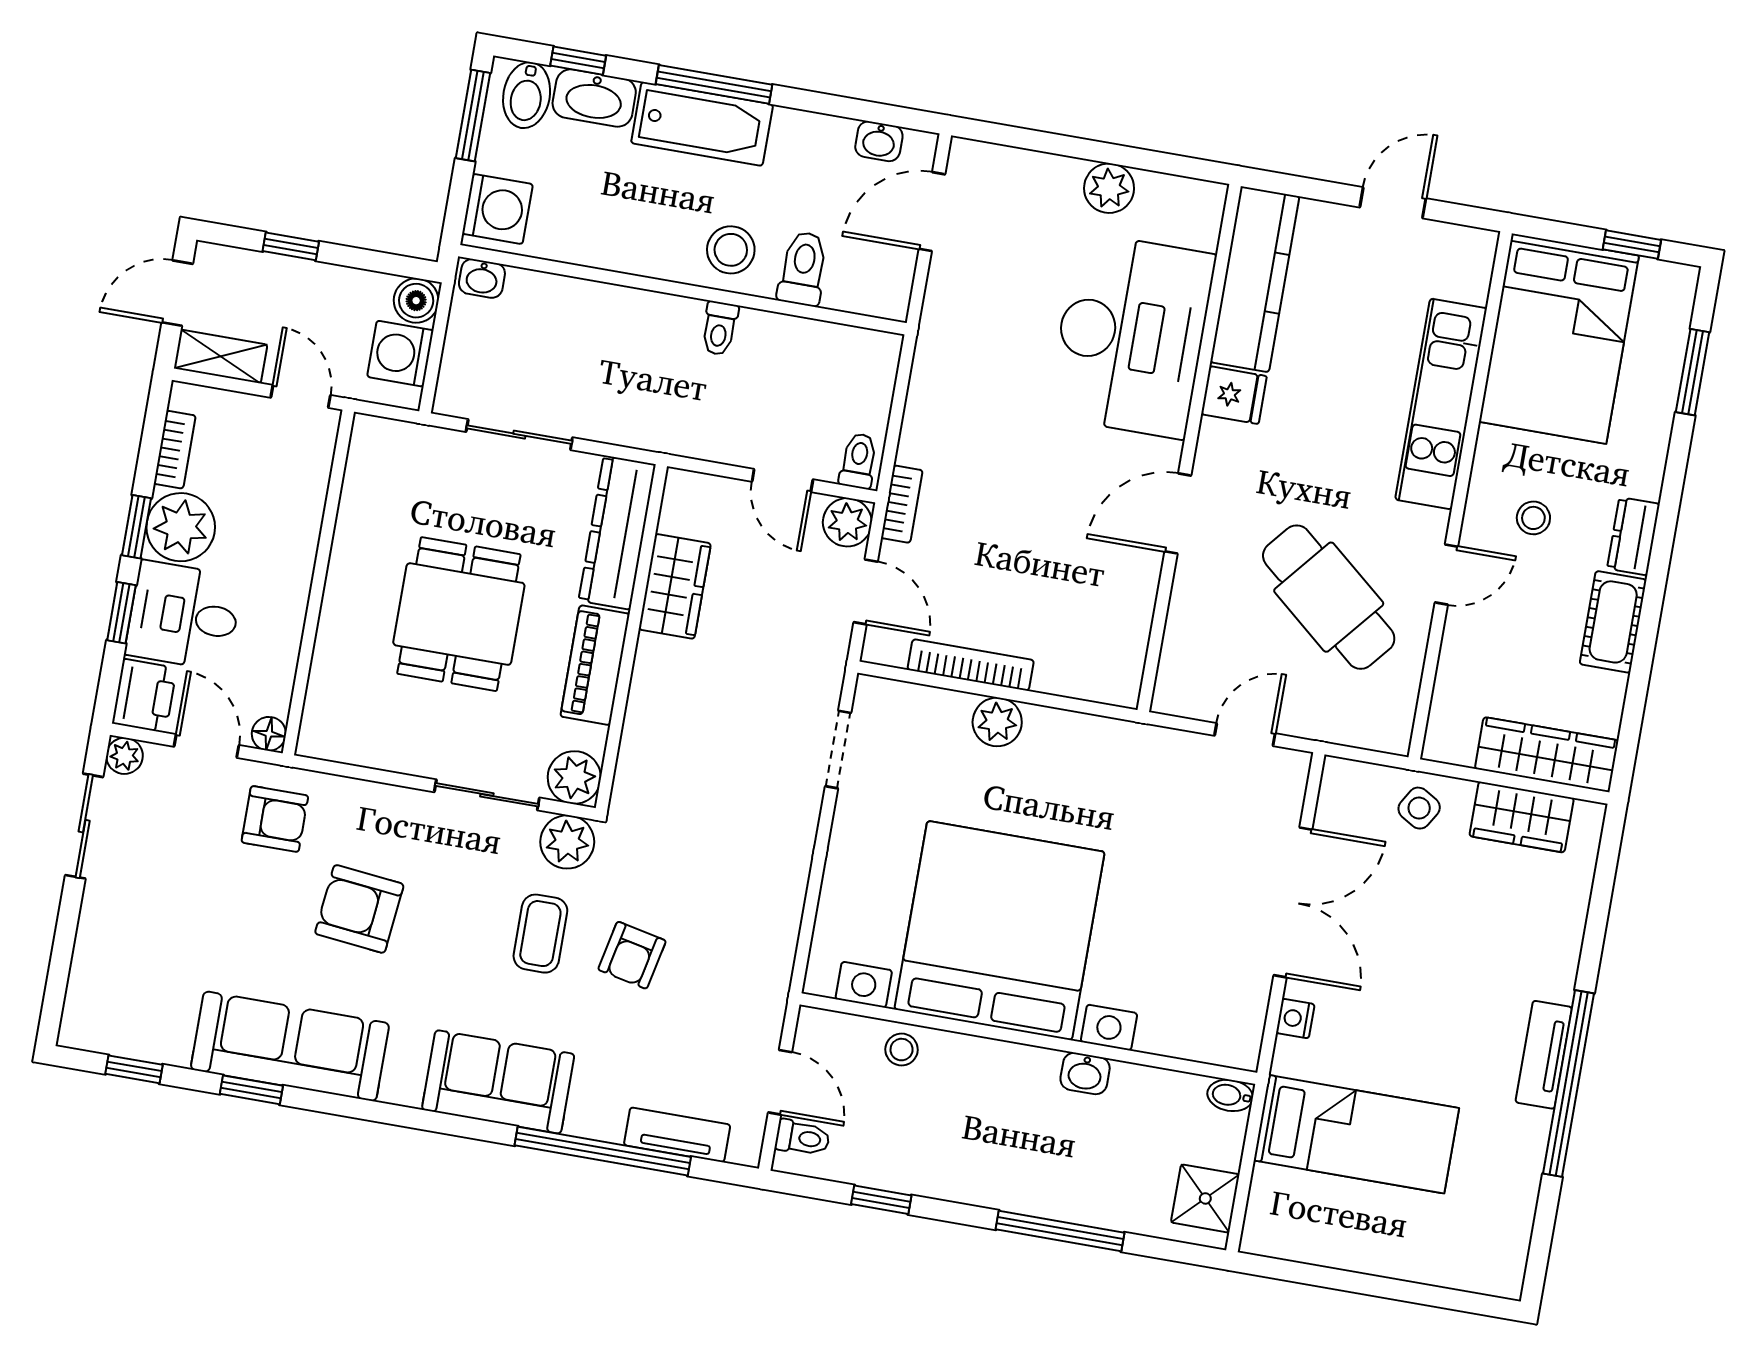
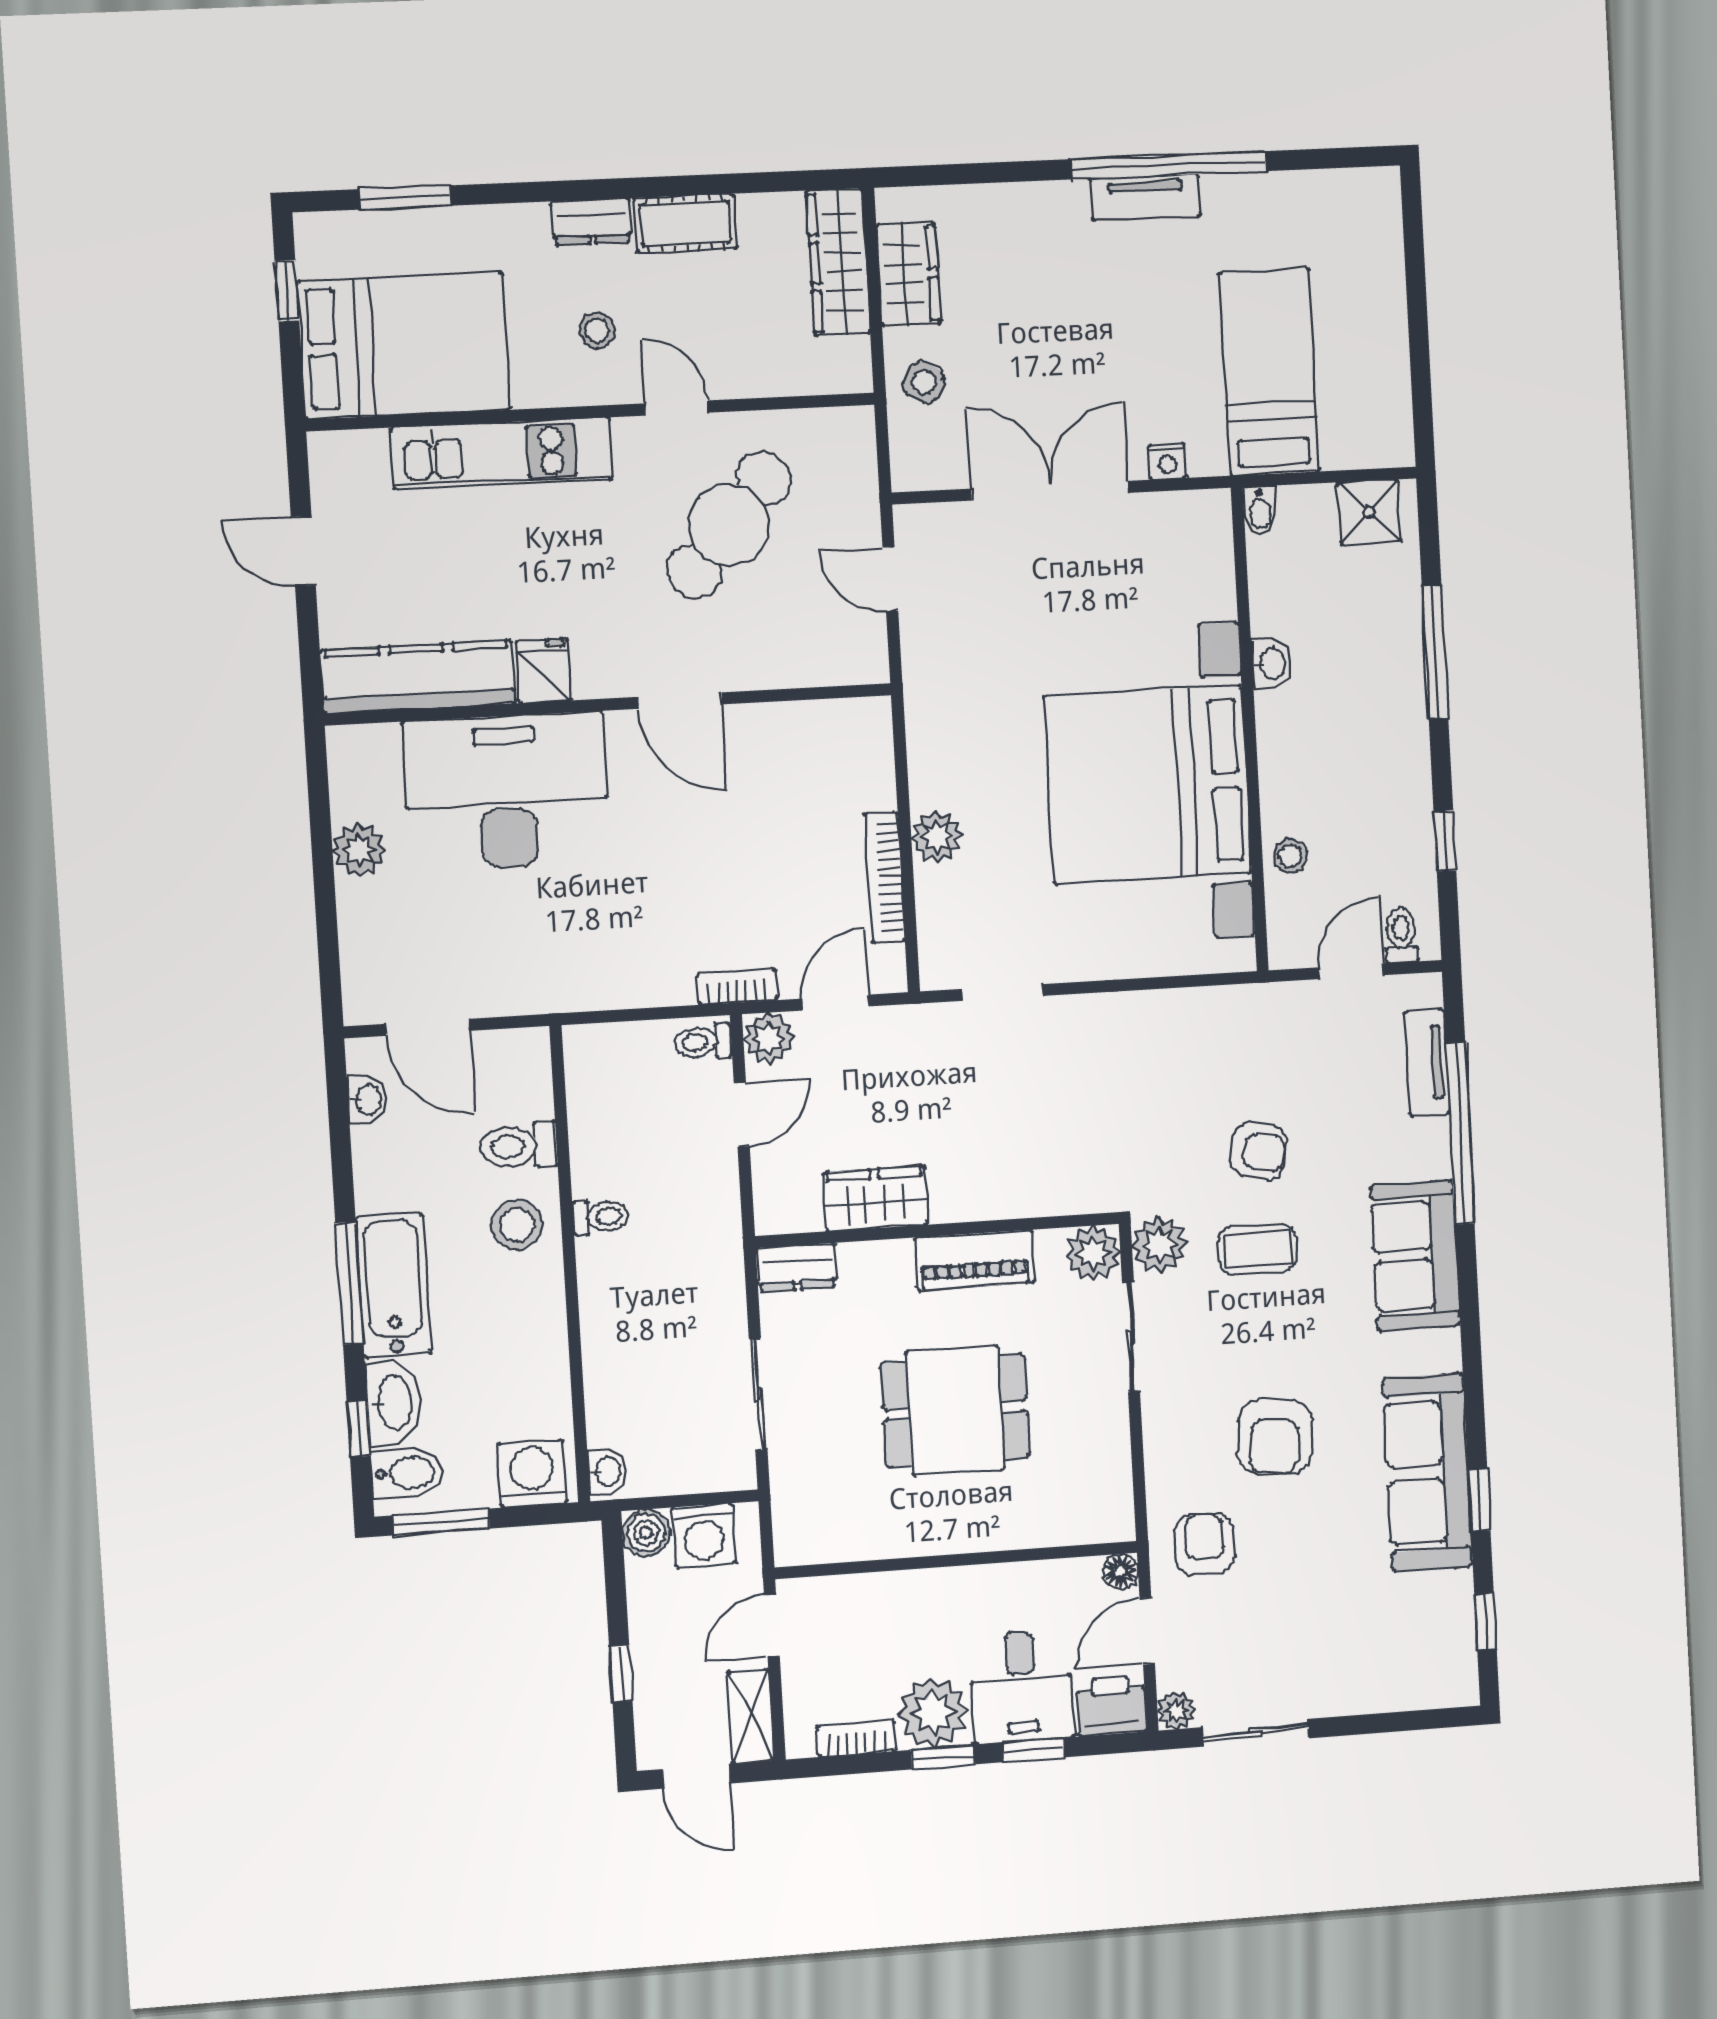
dresser: (617, 533) -> (796, 1268), width x0.51, depth x0.80

